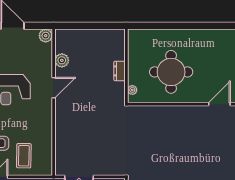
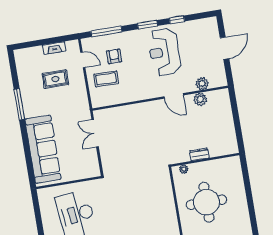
plant: (46, 36) -> (202, 84), moved

